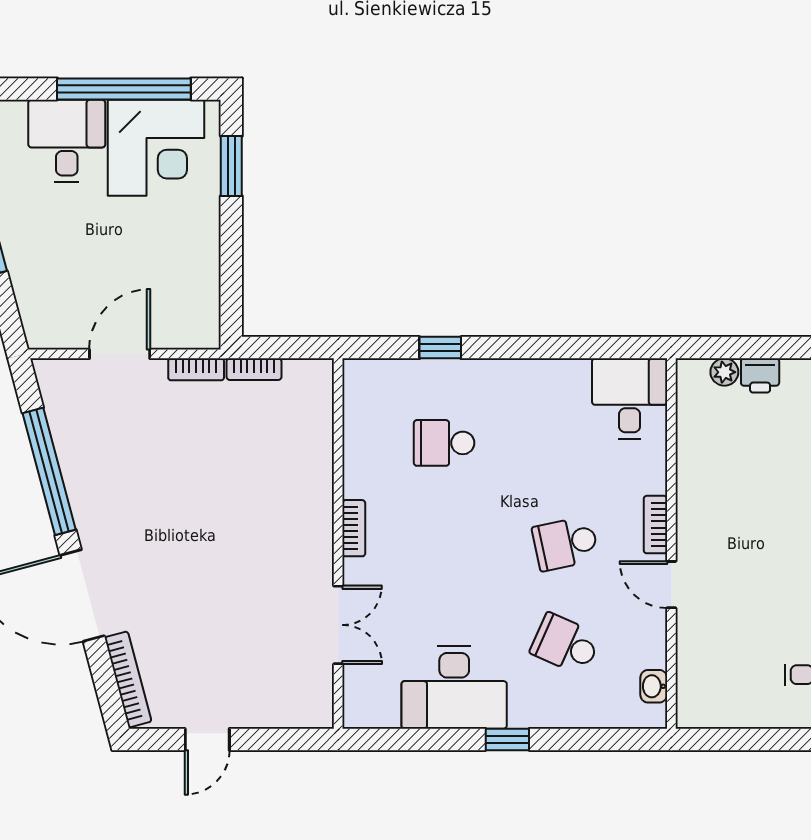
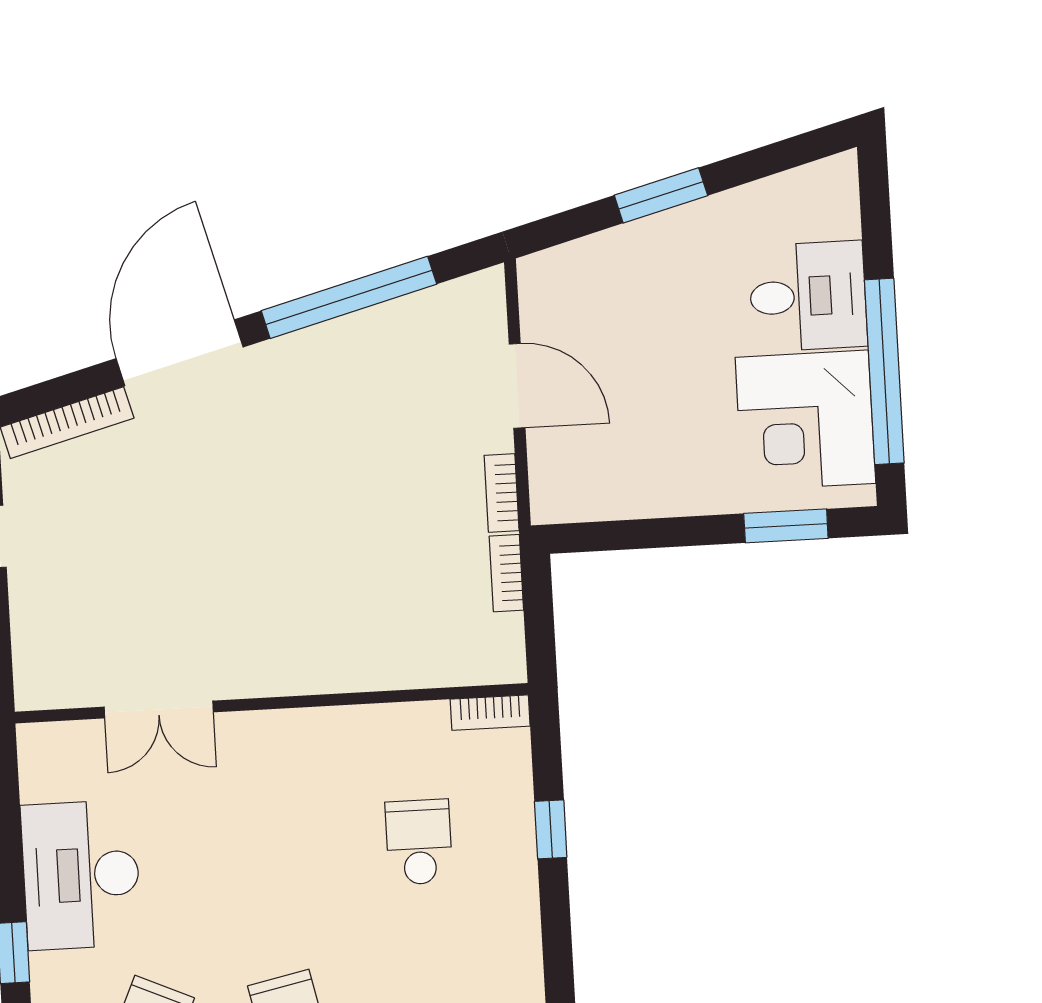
bookcase: (354, 528) -> (490, 713), moved

